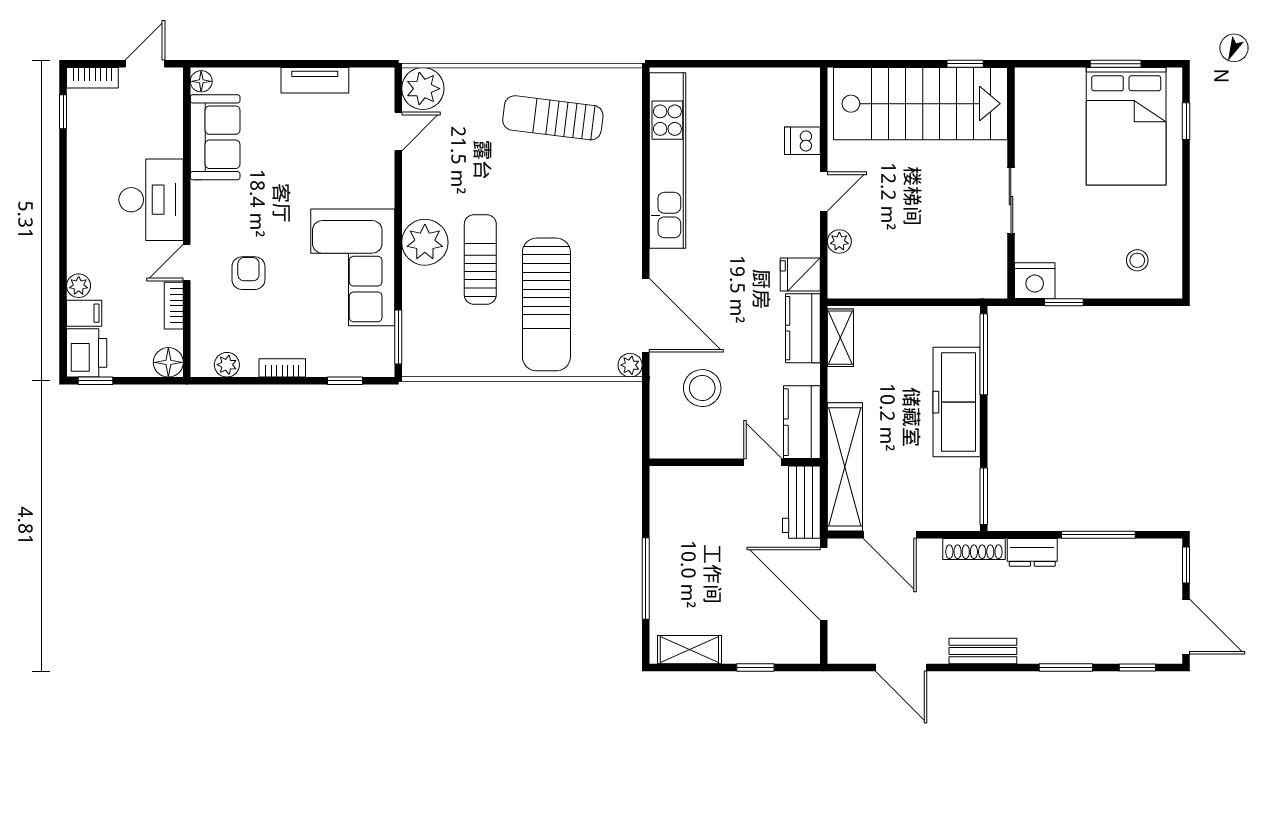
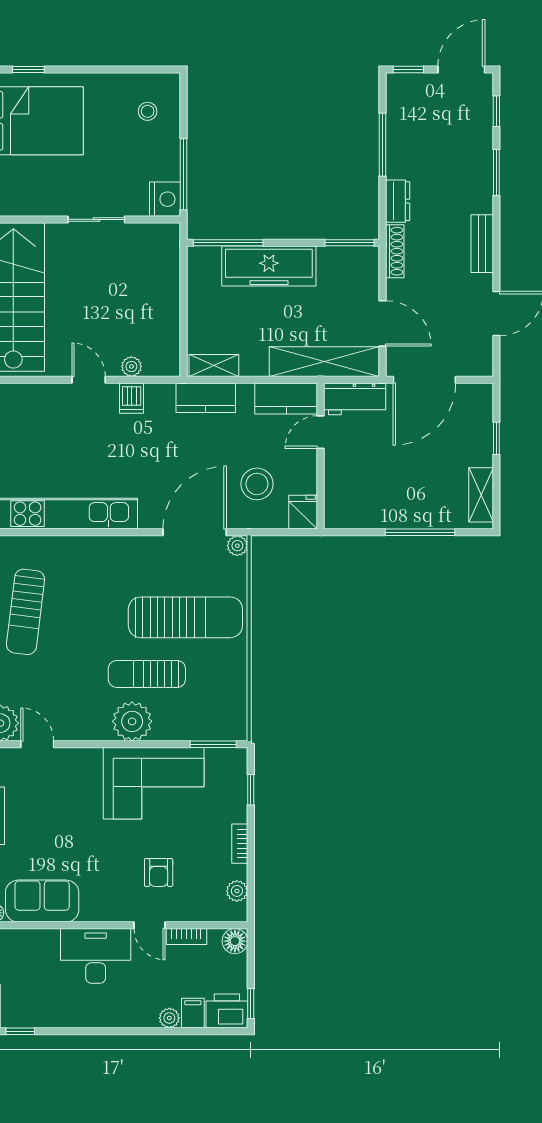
dishwasher: (802, 141) -> (132, 398), moved
armchair: (248, 273) -> (159, 873), turned -90
fridge: (800, 275) -> (303, 512), moved, turned 180
window: (1064, 302) -> (184, 174), width x2.17
door: (890, 535) -> (383, 323), hinge flipped

